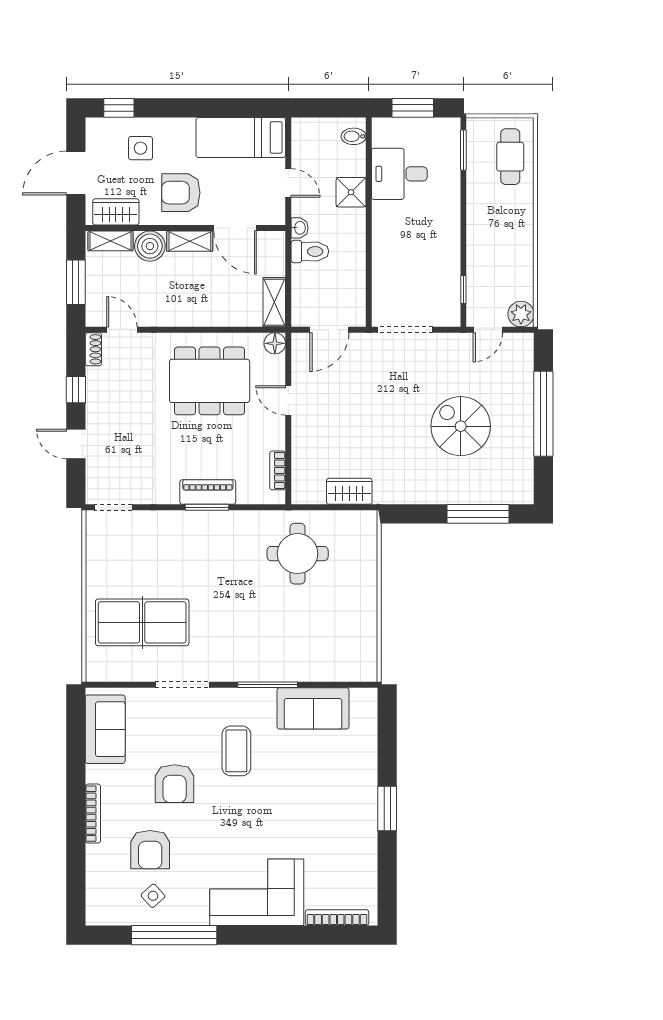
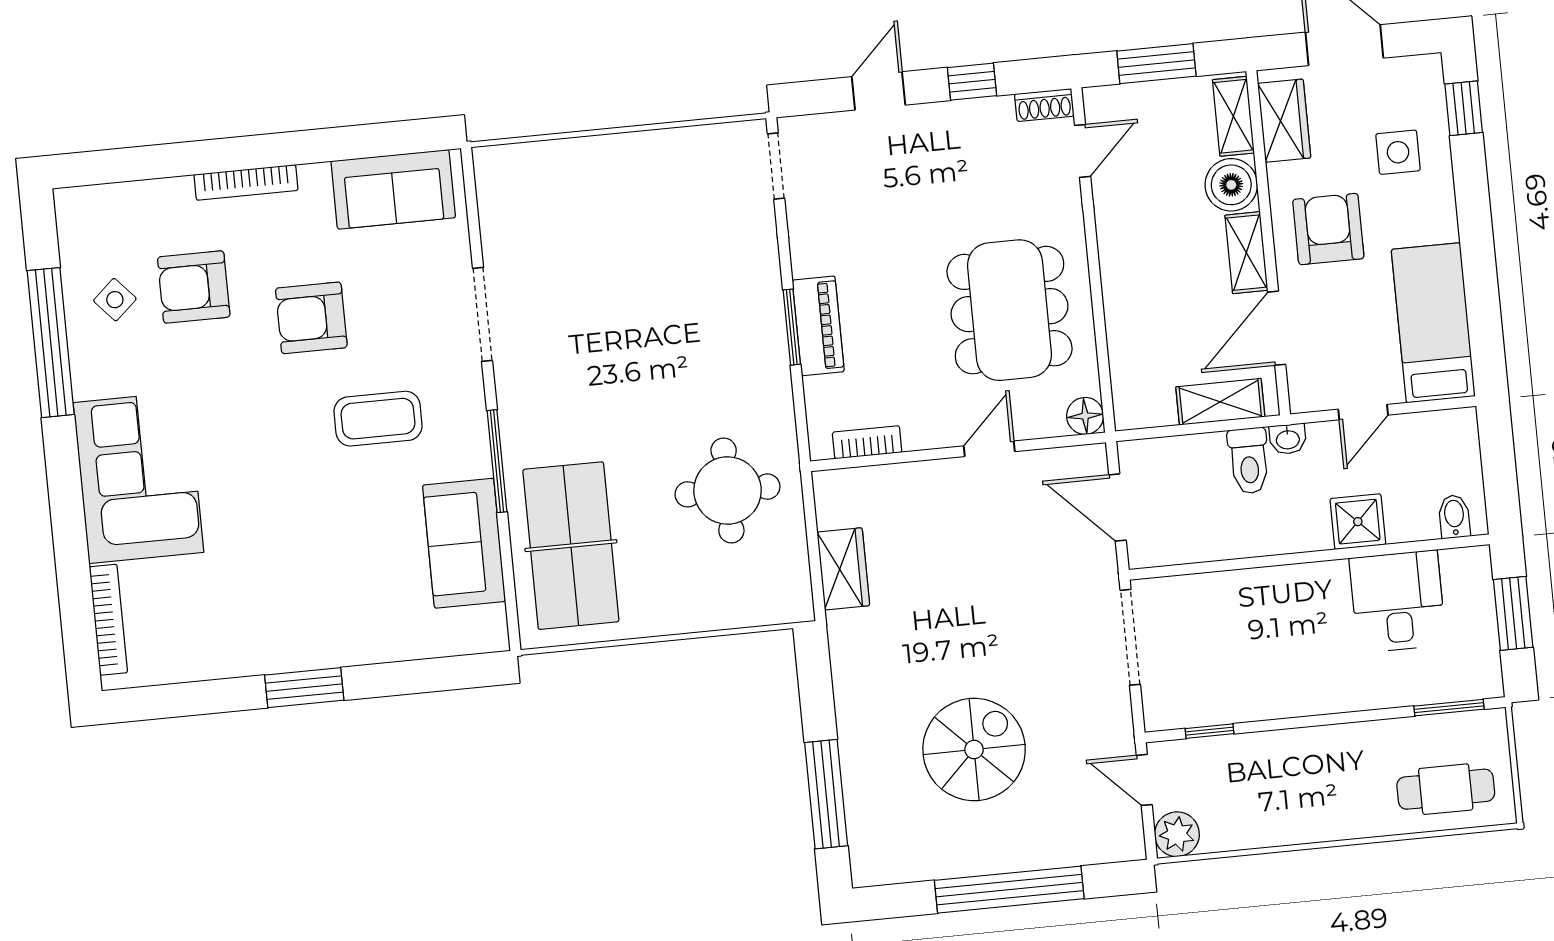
shelving: (274, 302) -> (1220, 402), moved
table tennis table: (142, 622) -> (571, 546), moved

